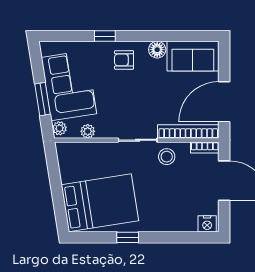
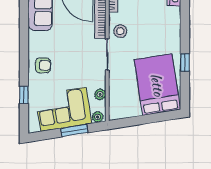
window: (105, 36) -> (24, 95), moved
floor lamp: (157, 50) -> (35, 39), removed
armchair: (124, 60) -> (43, 65), turned -90

